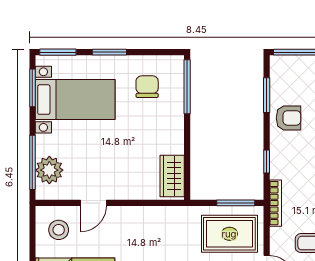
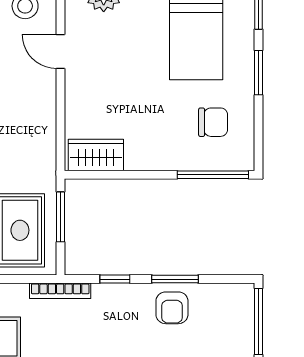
window: (267, 95) -> (175, 279), moved
window: (236, 203) -> (60, 217), moved

